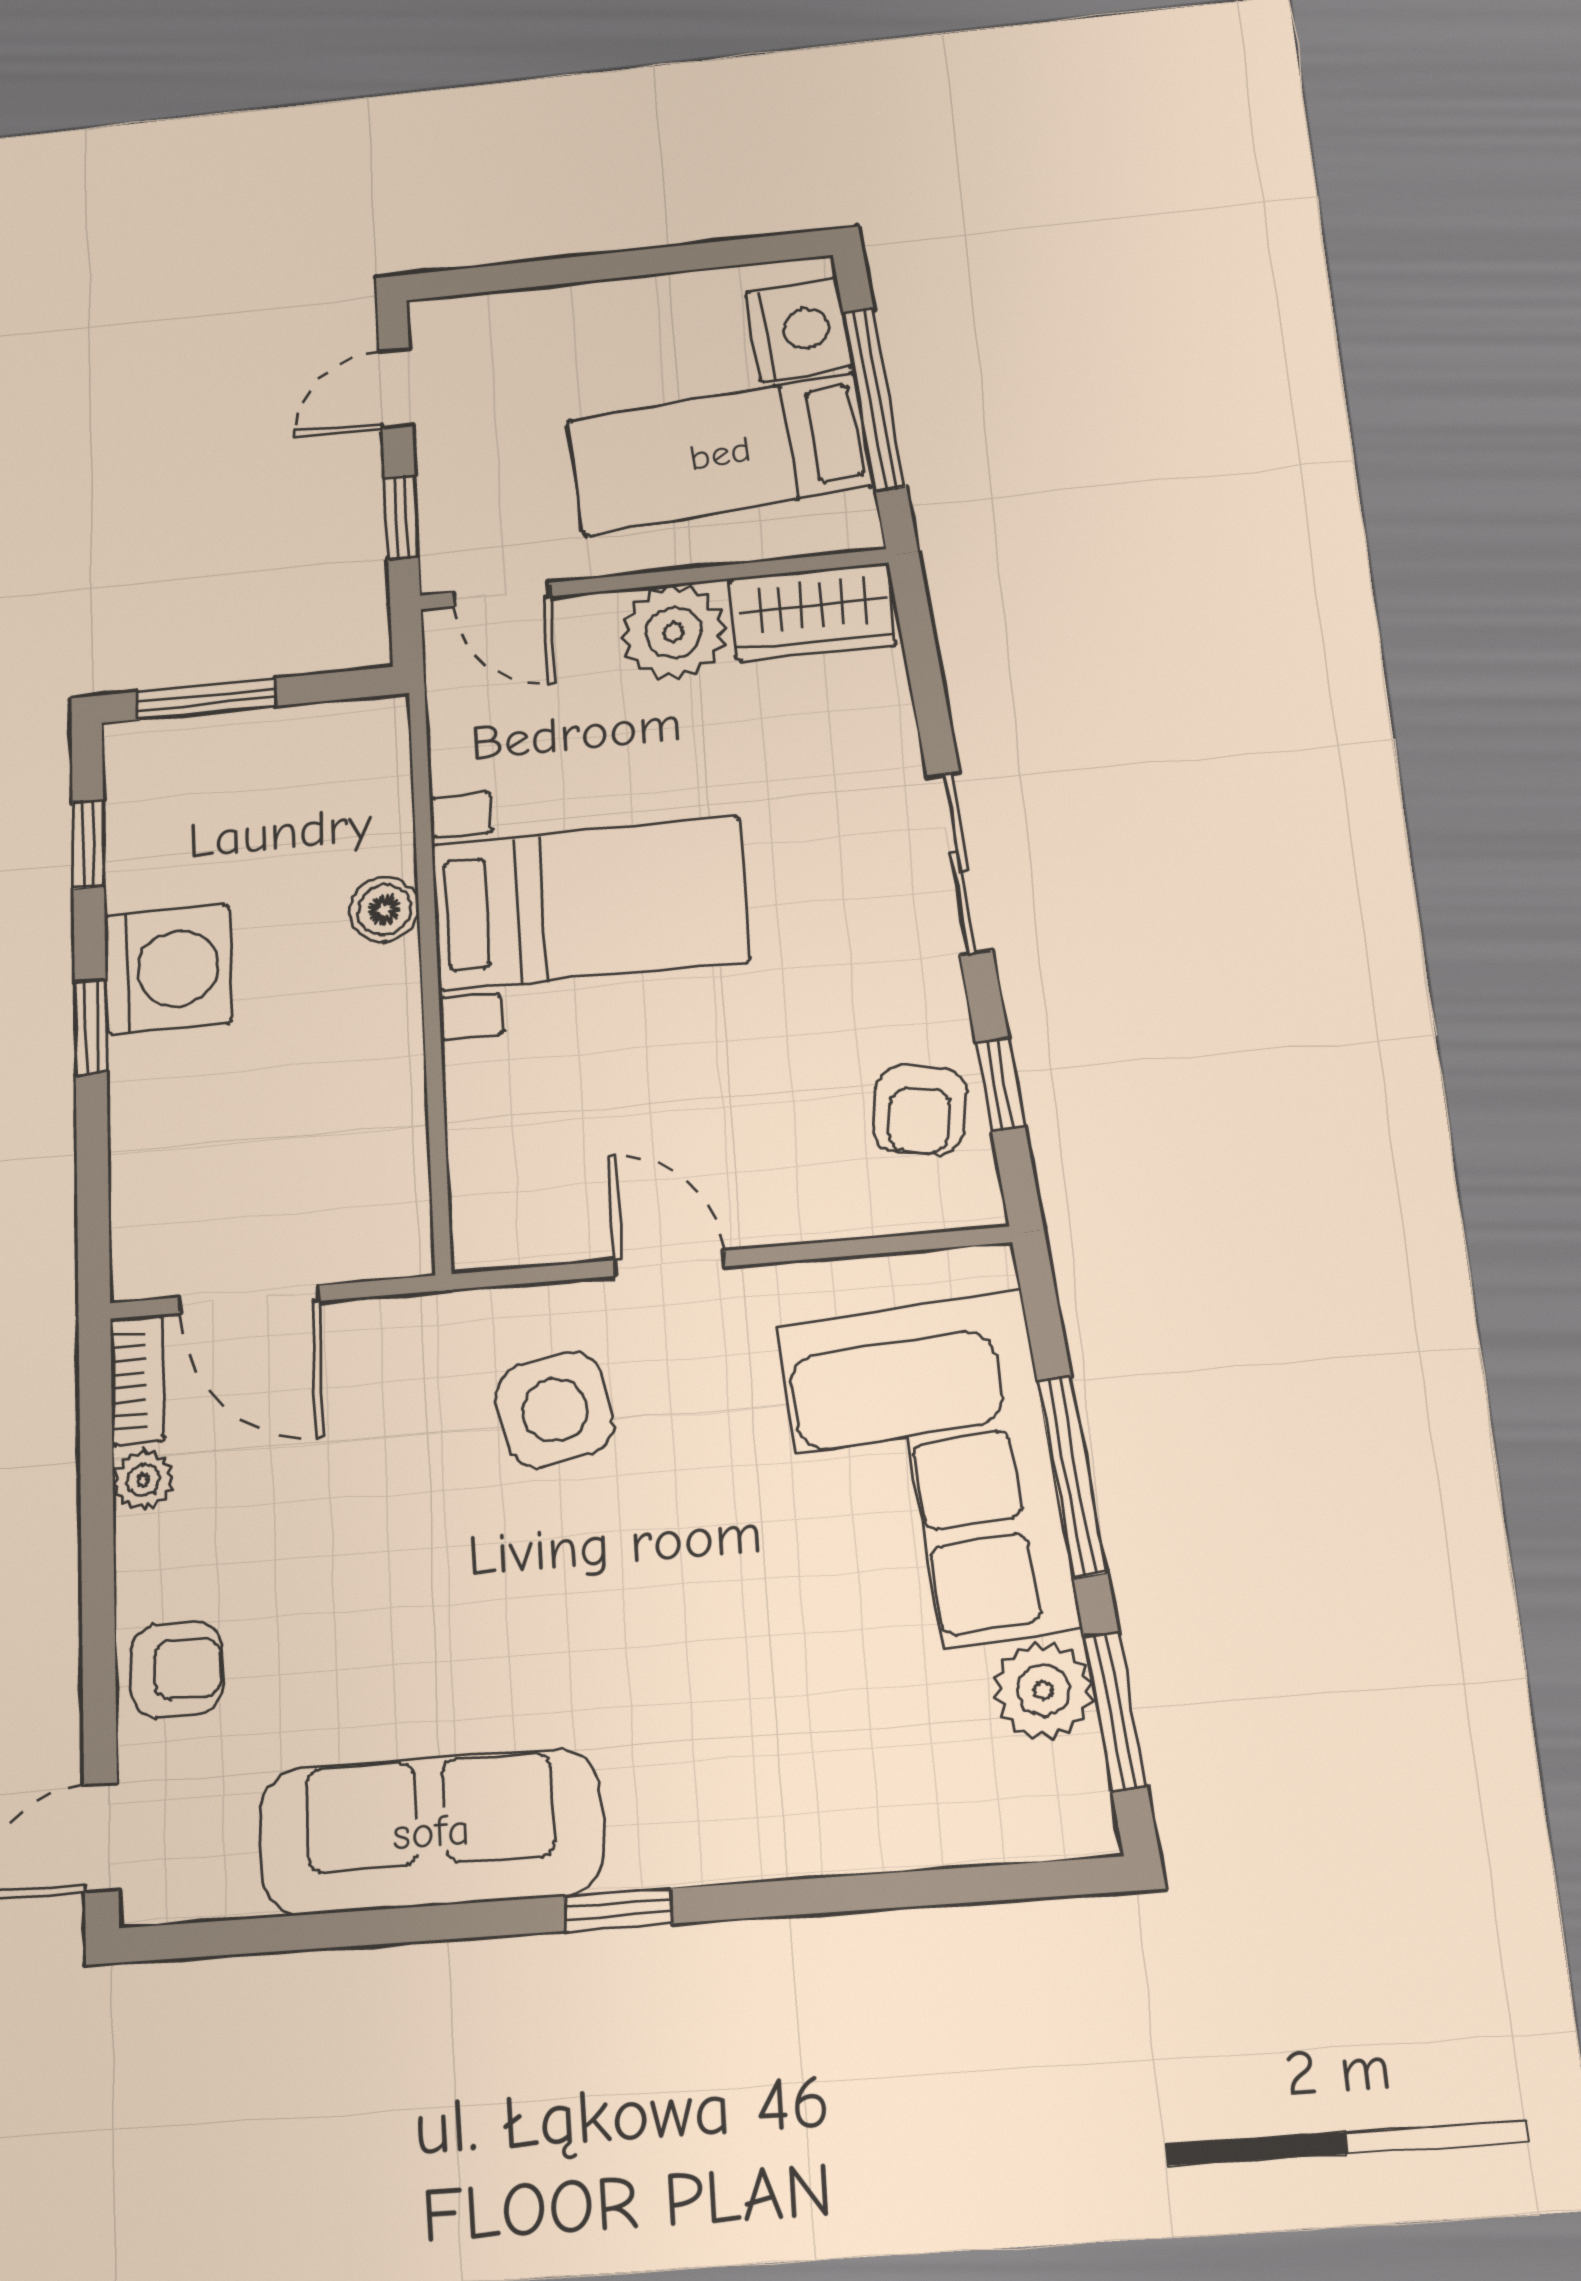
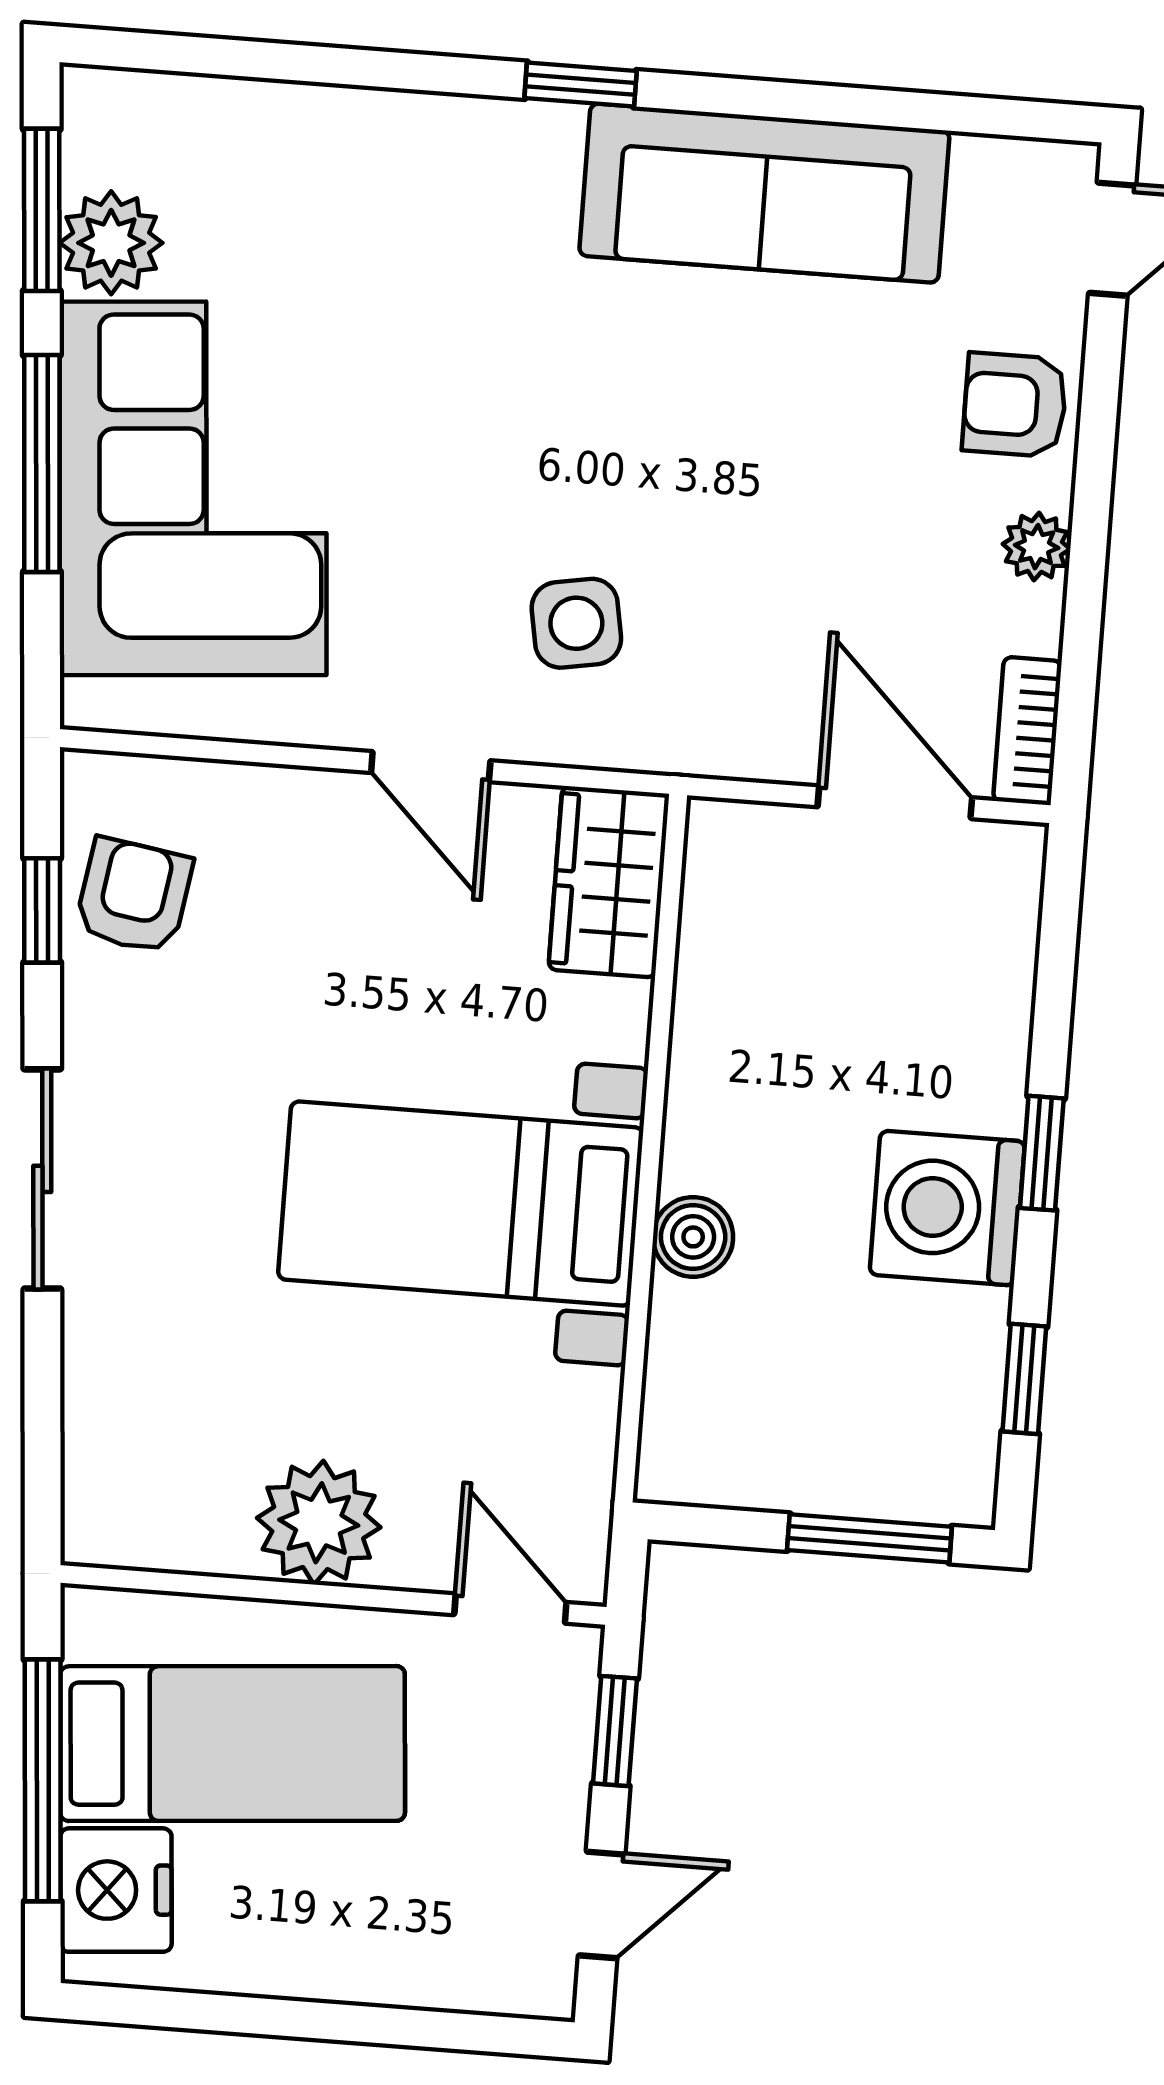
wardrobe: (812, 612) -> (609, 882), moved, turned -90
side table: (555, 1410) -> (576, 623), width x0.73, depth x0.73
plant: (143, 1480) -> (1037, 547), moved

